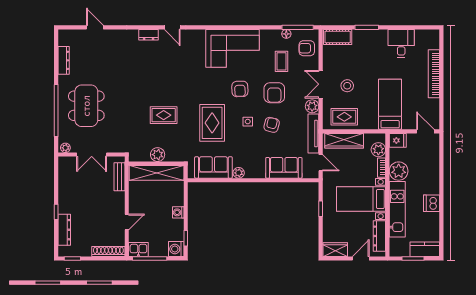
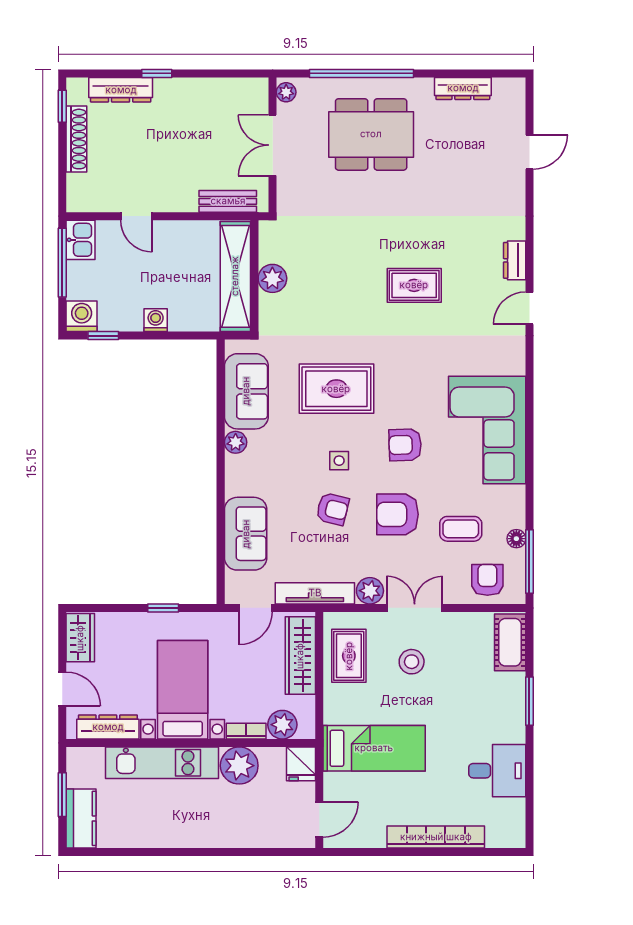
rug: (164, 115) -> (414, 285), moved, turned 90
dishwasher: (432, 203) -> (174, 832), removed
shoe rack: (108, 252) -> (76, 139), moved

